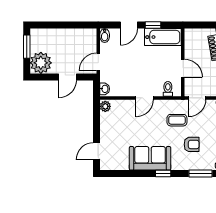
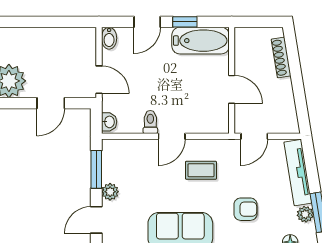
door: (98, 62) -> (99, 80), swing flipped
toilet: (168, 89) -> (150, 122), moved
plant: (105, 106) -> (110, 192), moved
window: (96, 119) -> (96, 169), added
coffee table: (177, 120) -> (201, 170), moved

